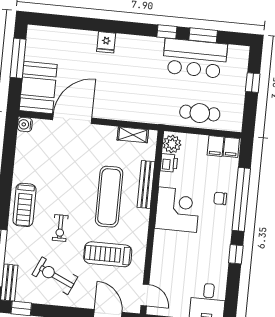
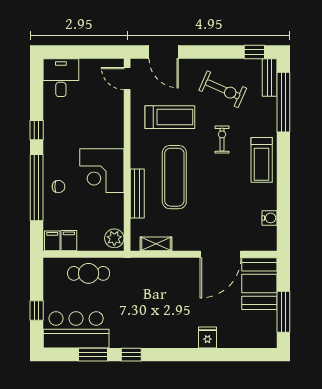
fridge: (106, 42) -> (207, 337), moved
bar counter: (195, 58) -> (76, 330), moved
water cooler: (25, 124) -> (269, 218), moved
printer: (169, 163) -> (116, 218), removed
treadmill: (24, 205) -> (262, 160), turned 180

